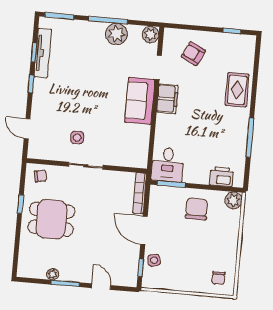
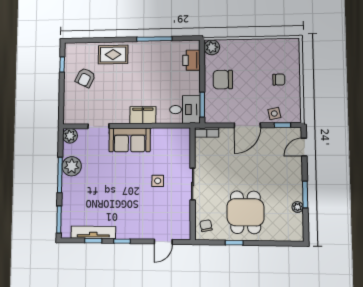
armchair: (193, 54) -> (85, 78), moved
filing cabinet: (167, 99) -> (143, 115), moved
side table: (77, 137) -> (158, 181), moved
bookcase: (140, 193) -> (207, 132), width x0.64
chair: (219, 278) -> (279, 80), moved
door: (101, 287) -> (304, 147), moved

